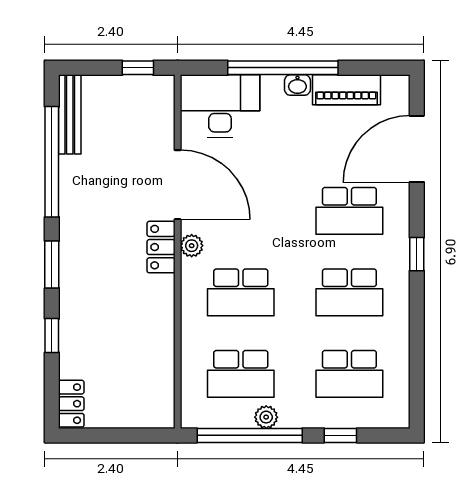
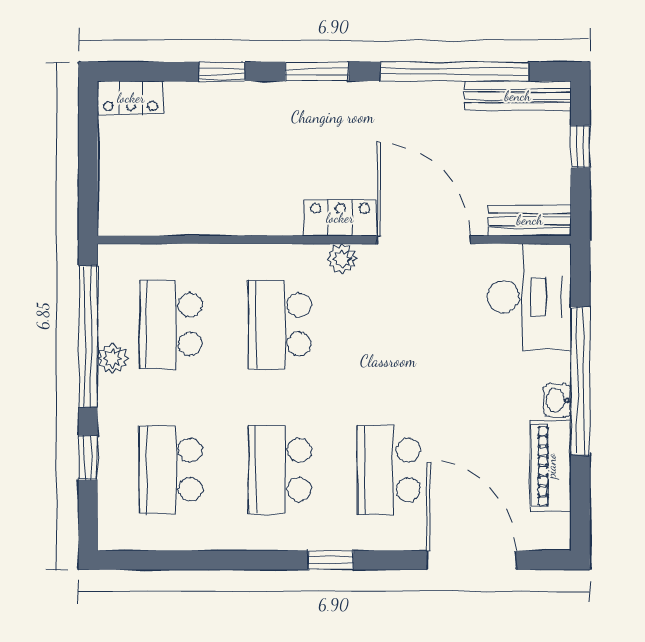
window: (138, 68) -> (580, 147), moved
bench: (163, 105) -> (530, 220), added
door: (178, 185) -> (424, 240), swing flipped

